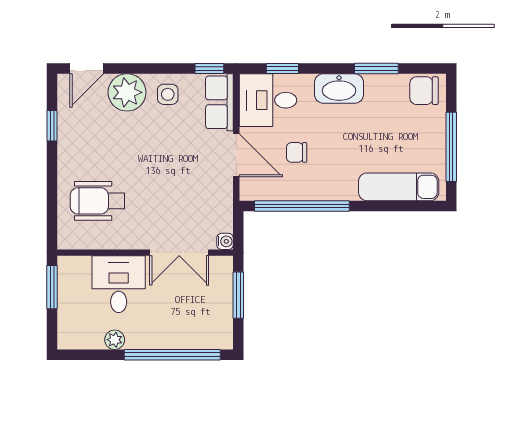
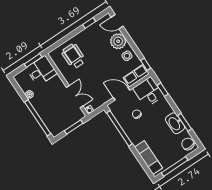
washbasin: (339, 89) -> (175, 123), moved
door: (236, 155) -> (122, 94), swing flipped
double door: (179, 253) -> (75, 97), swing flipped
desk: (119, 284) -> (41, 71), moved

